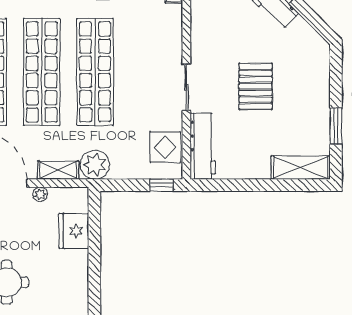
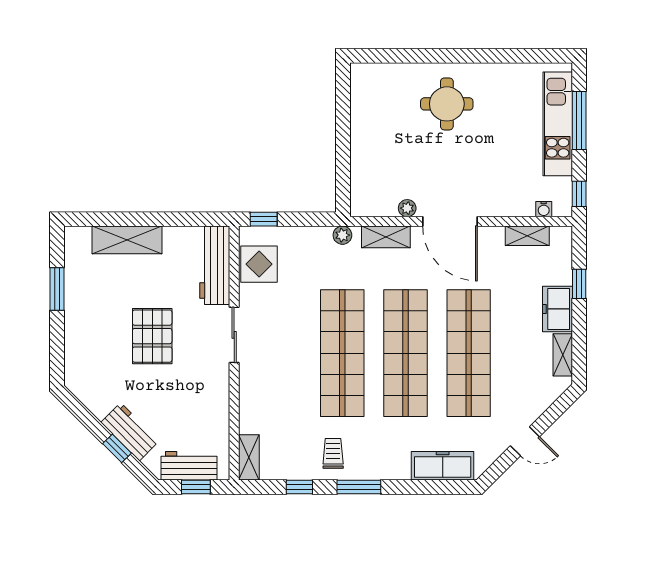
plant: (95, 165) -> (342, 235), width x0.53, depth x0.53
shelving: (301, 168) -> (127, 240), moved
fridge: (74, 231) -> (367, 165), removed

